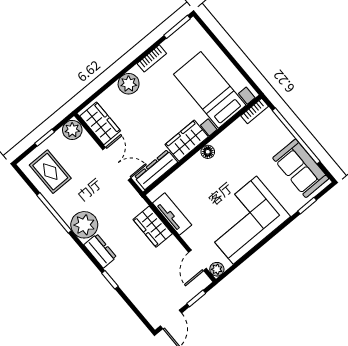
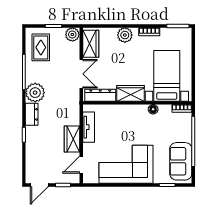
floor lamp: (208, 152) -> (153, 109), moved
wardrobe: (153, 227) -> (72, 139), moved
plant: (217, 269) -> (88, 178), removed

